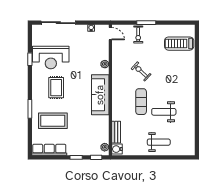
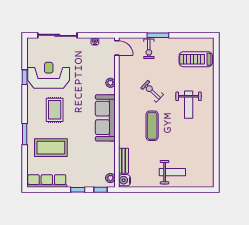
reception desk: (51, 57) -> (49, 75), turned 180
weight bench: (164, 112) -> (189, 105), moved, turned -90

